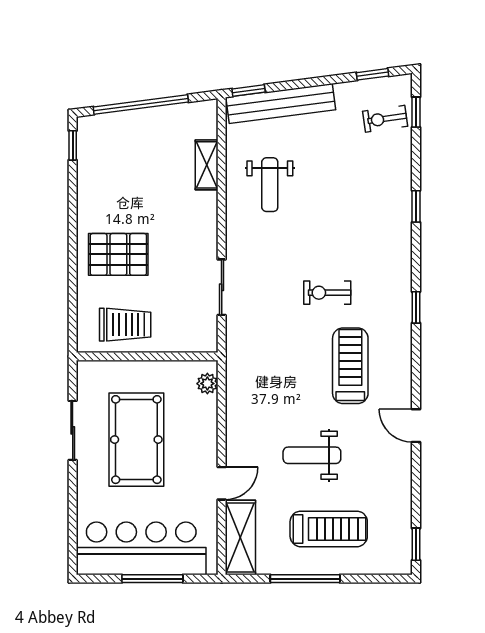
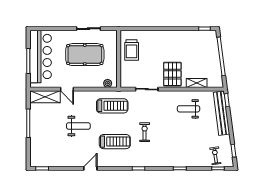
pallet: (118, 254) -> (172, 74), moved
weight bench: (312, 455) -> (78, 126), turned 90
treadmill: (329, 529) -> (112, 106), moved, turned -90

